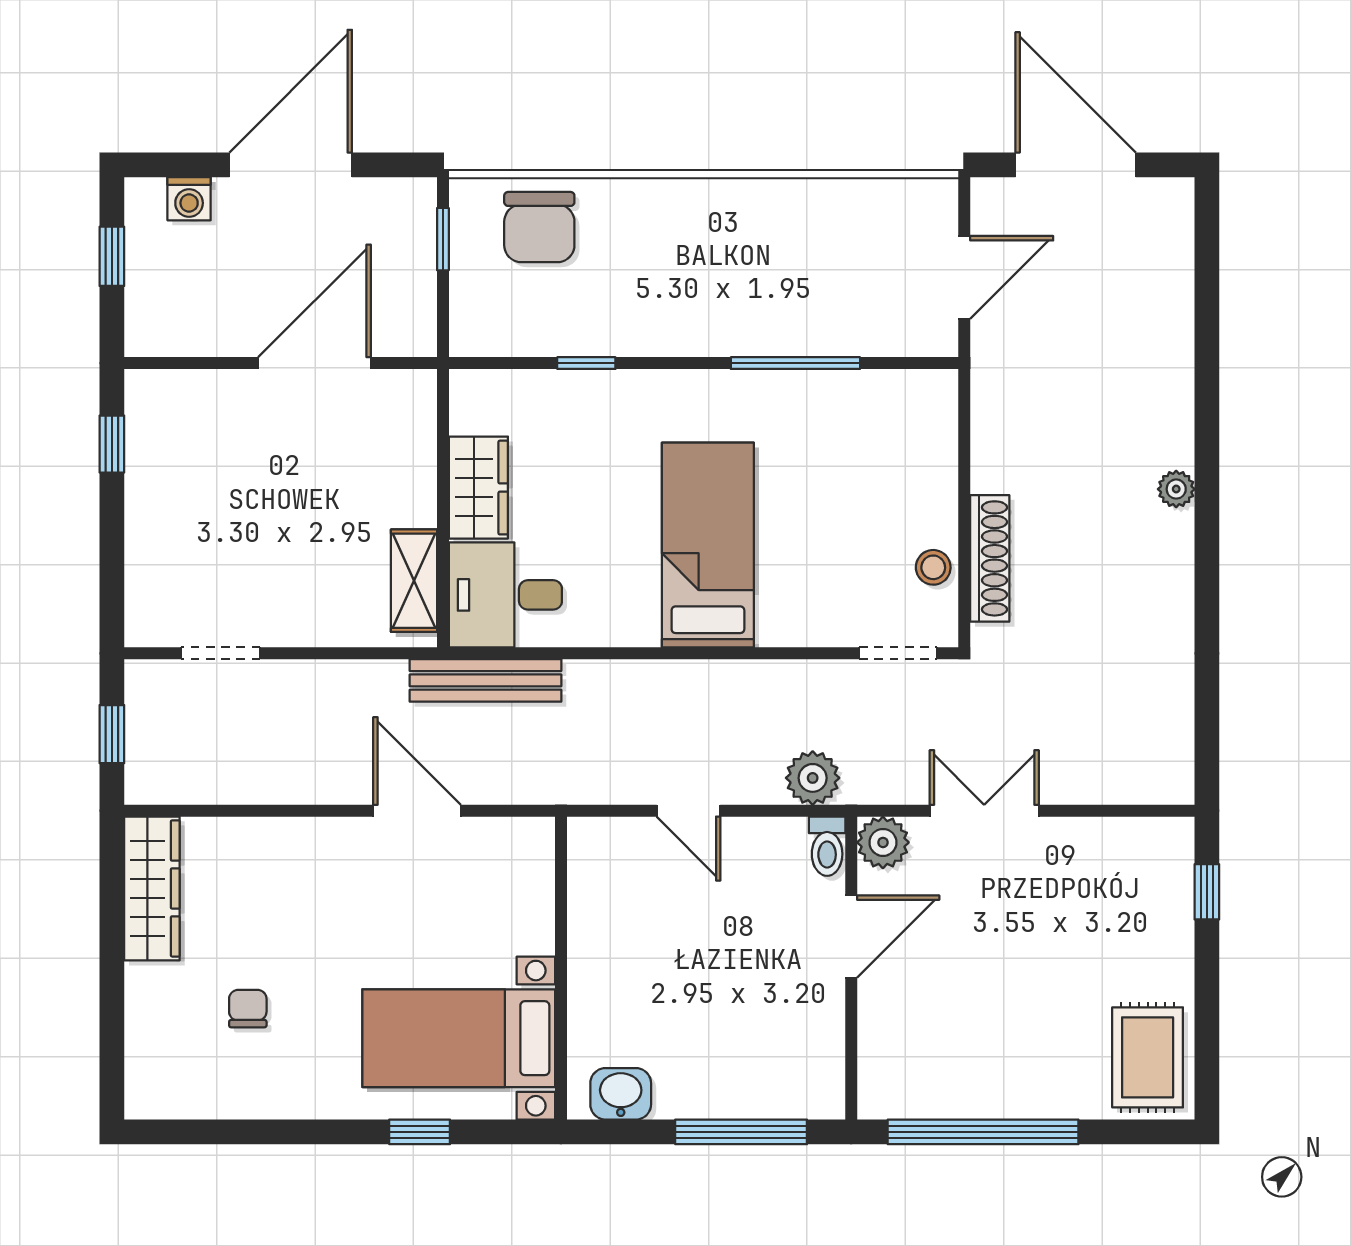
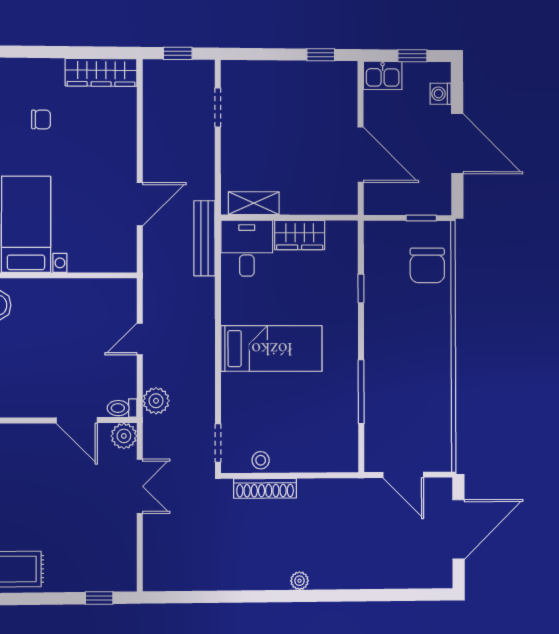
chair: (539, 227) -> (427, 265), turned -90
kitchen sink: (153, 318) -> (383, 75), added

